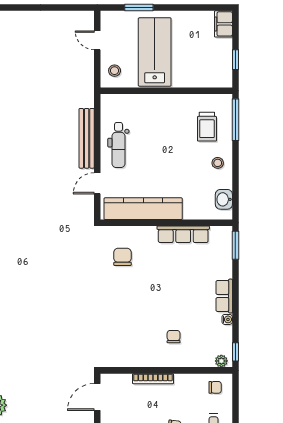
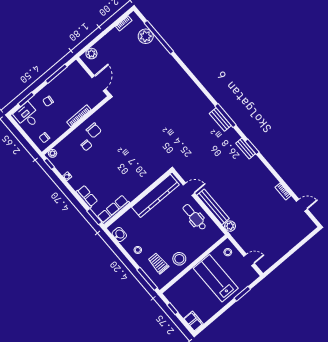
lab bench: (155, 52) -> (216, 278), turned 180
plant: (86, 99) -> (230, 226), added
stool: (178, 111) -> (179, 259), added
door: (97, 183) -> (189, 189), hinge flipped
row of seats: (183, 234) -> (113, 210), moved
chair: (123, 257) -> (94, 130), moved
row of seats: (224, 296) -> (87, 197), moved

